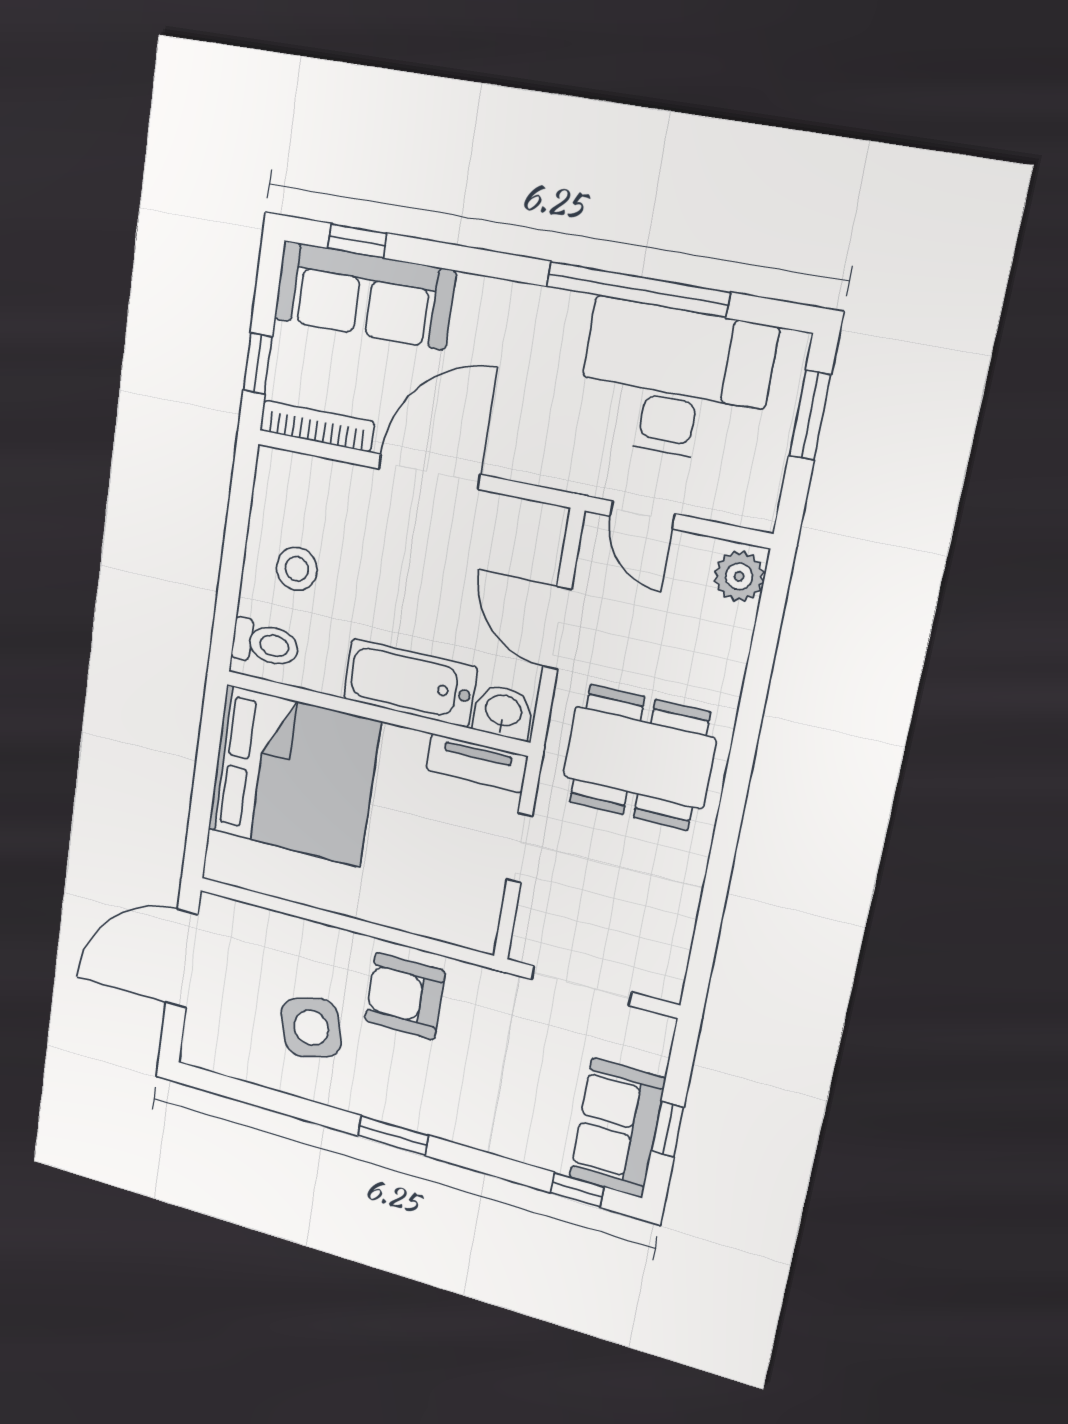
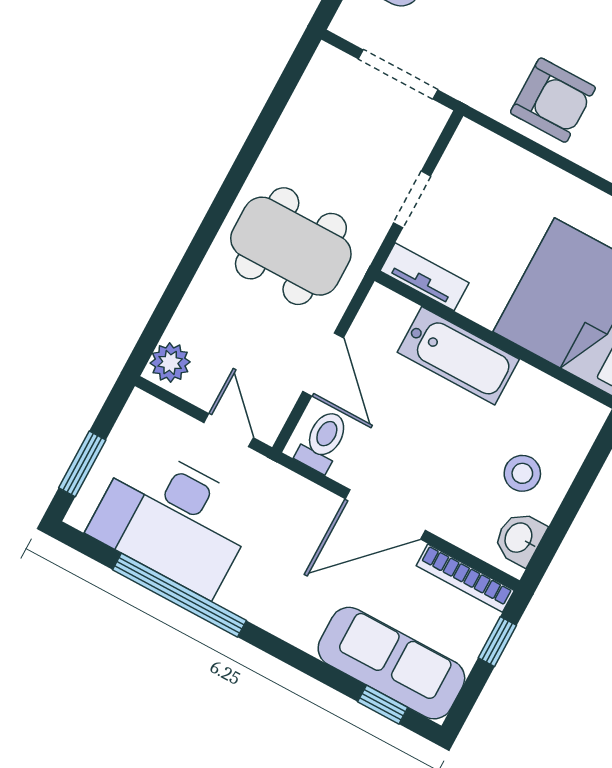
toilet: (265, 644) -> (323, 441), moved, turned 90
washbasin: (503, 712) -> (519, 538), moved, turned 90

